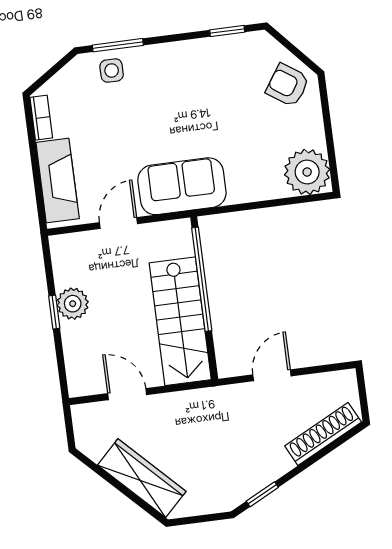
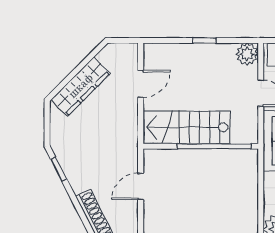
plant: (73, 304) -> (247, 54), moved
door: (272, 375) -> (141, 186), swing flipped

